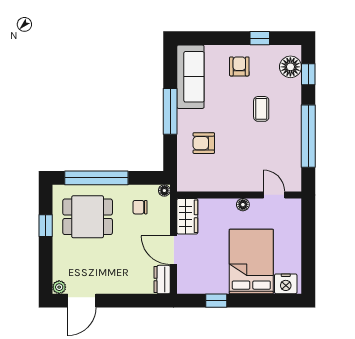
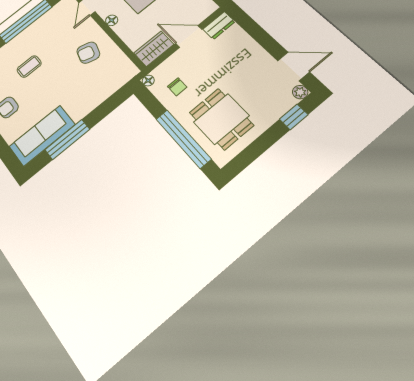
window: (170, 111) -> (67, 139), moved
armchair: (204, 143) -> (88, 53), moved, turned 106
window: (46, 226) -> (294, 117), moved
door: (174, 250) -> (189, 36), swing flipped

